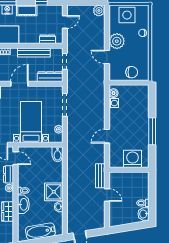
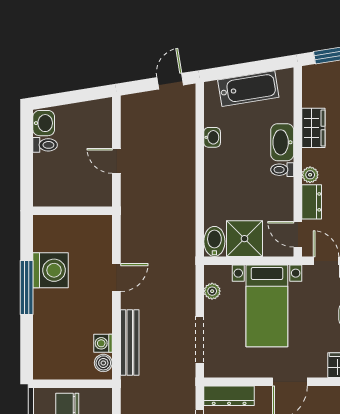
washing machine: (133, 159) -> (50, 270), moved, turned -90
bench: (100, 176) -> (130, 343), moved, width x1.36
shower: (54, 192) -> (244, 239), moved

